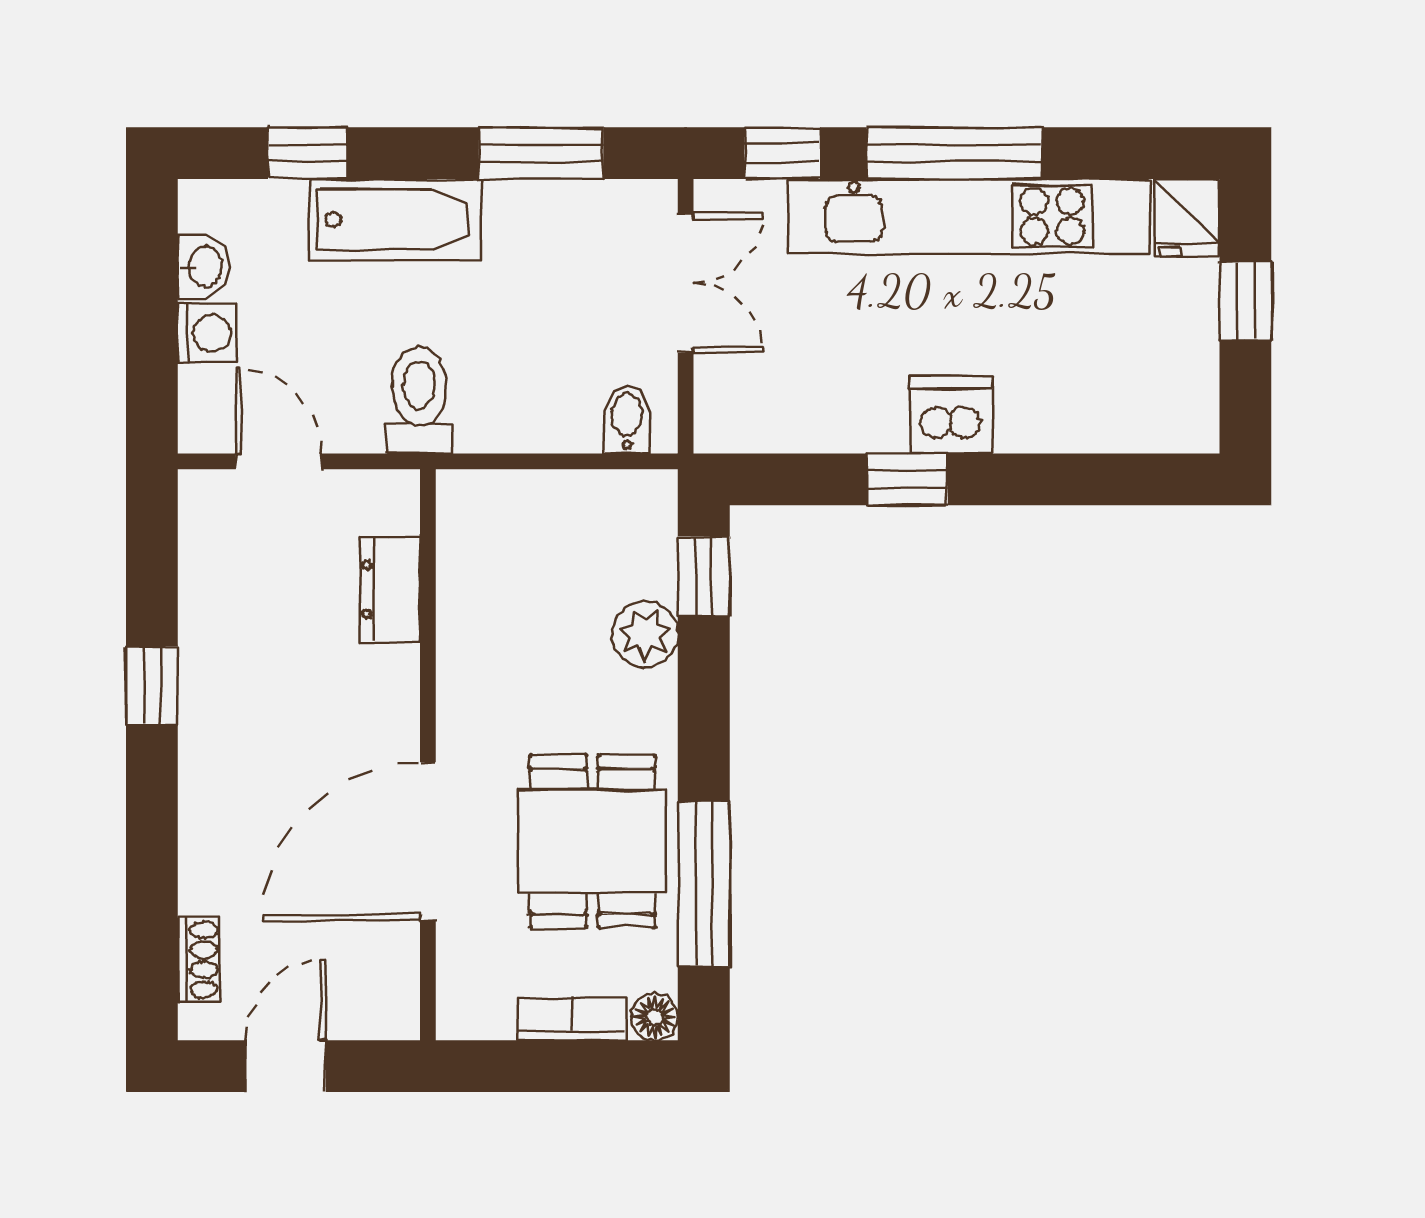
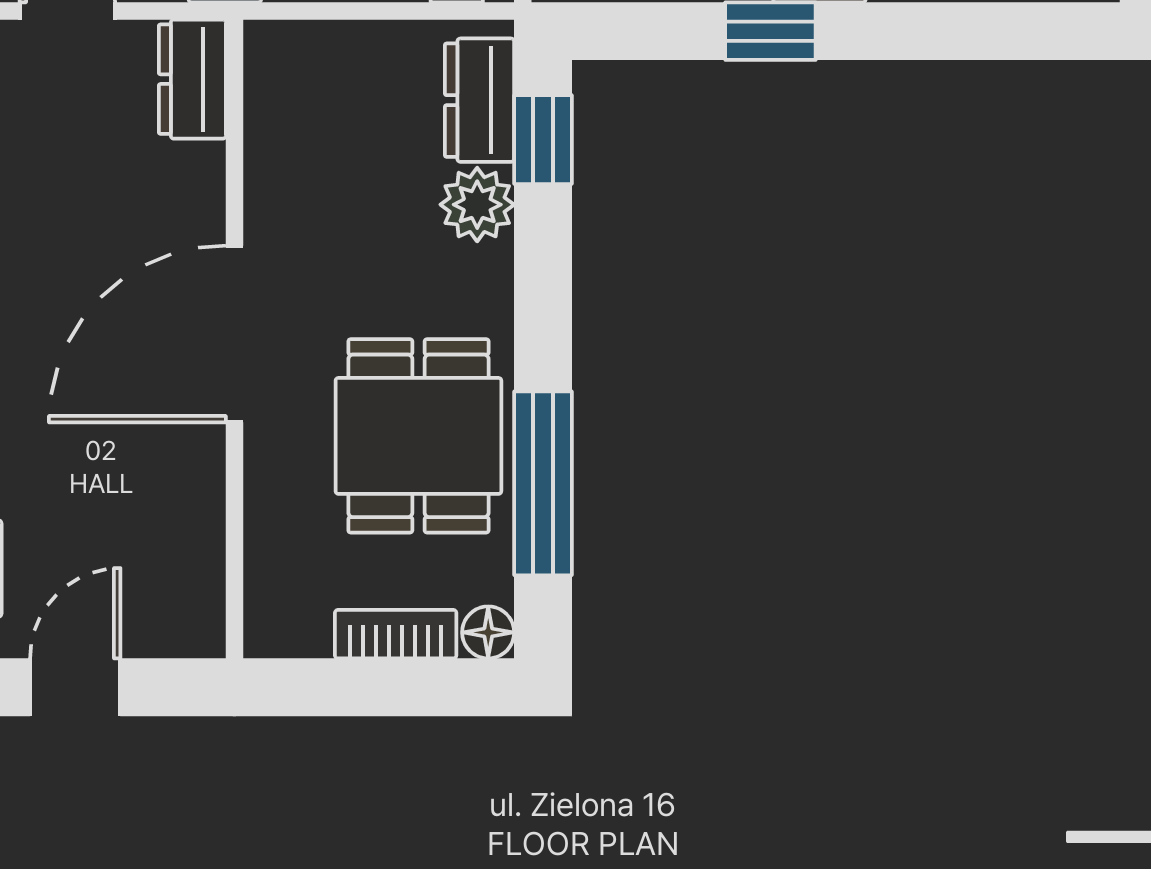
dresser: (647, 541) -> (480, 100), added
dresser: (390, 589) -> (192, 79), moved
door: (428, 841) -> (234, 334), moved

